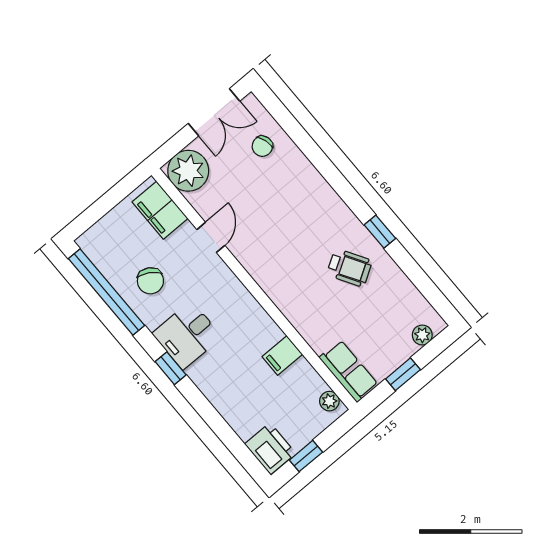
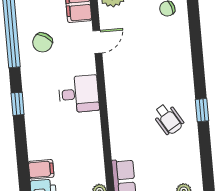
desk: (187, 335) -> (79, 94), moved, turned 180
filing cabinet: (282, 355) -> (41, 169), moved, turned 180

